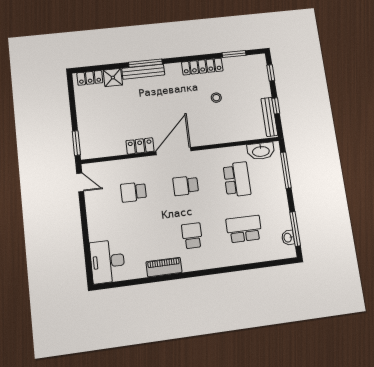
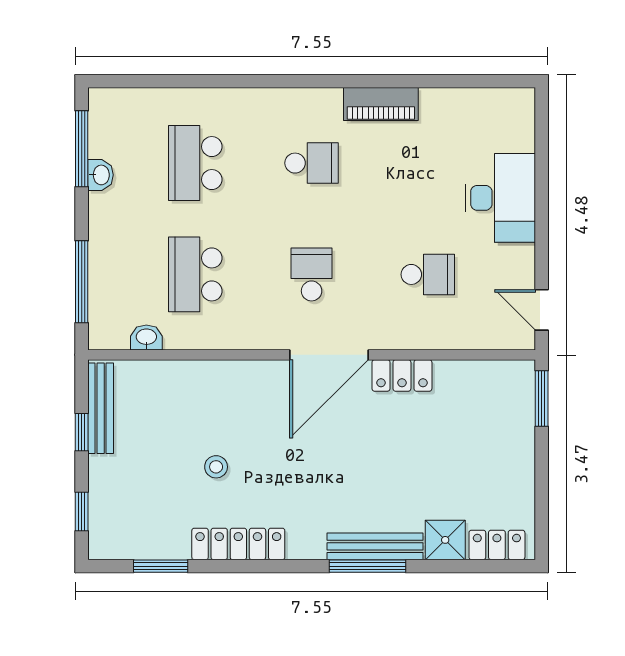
washbasin: (261, 151) -> (146, 337), width x0.52, depth x0.69
school desk: (186, 186) -> (312, 274), turned -90
school desk: (244, 229) -> (195, 163), turned 90
school desk: (192, 236) -> (312, 163), turned -90
washbasin: (288, 238) -> (101, 175), moved
desk: (108, 261) -> (500, 198), moved

